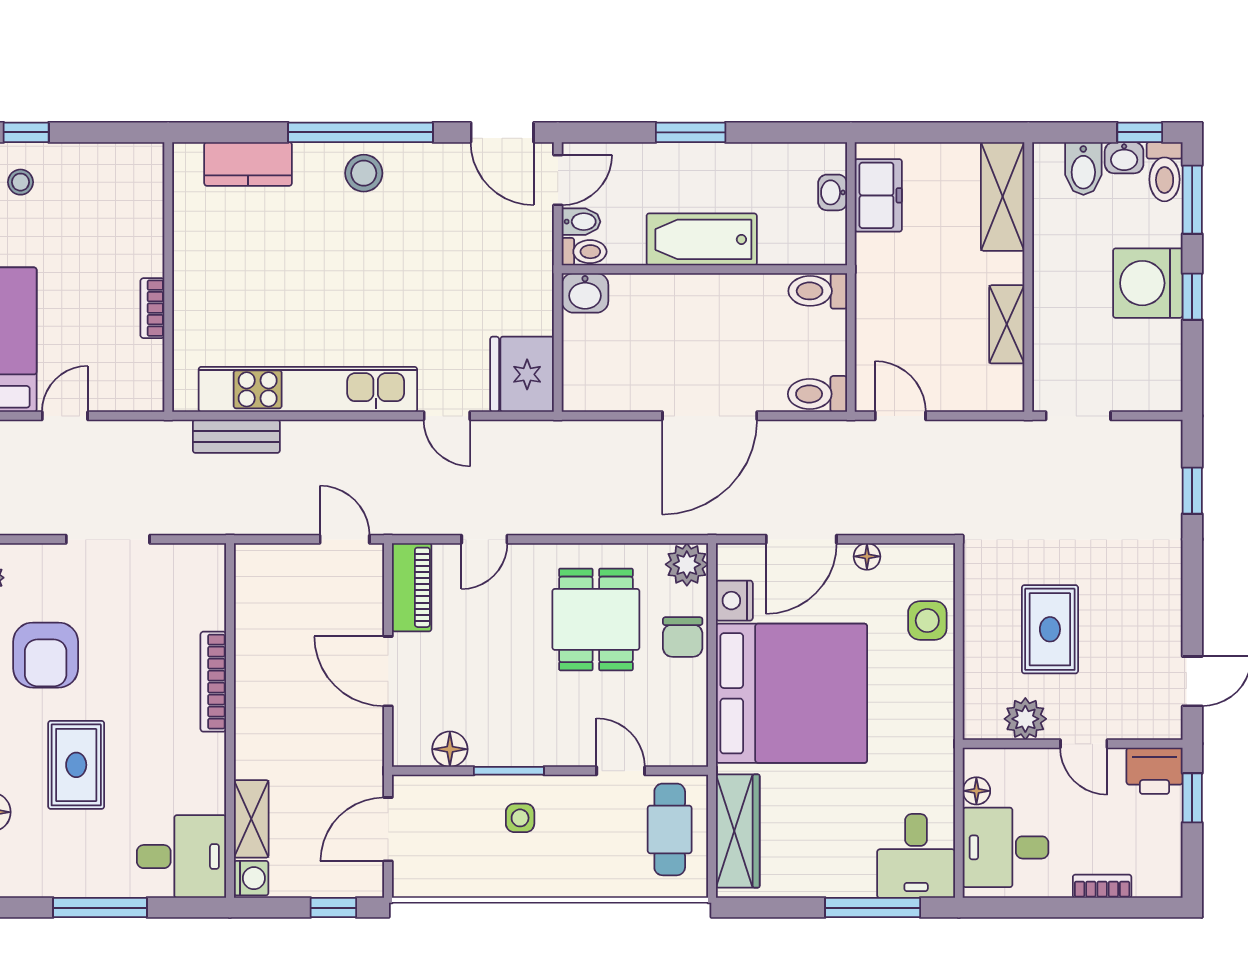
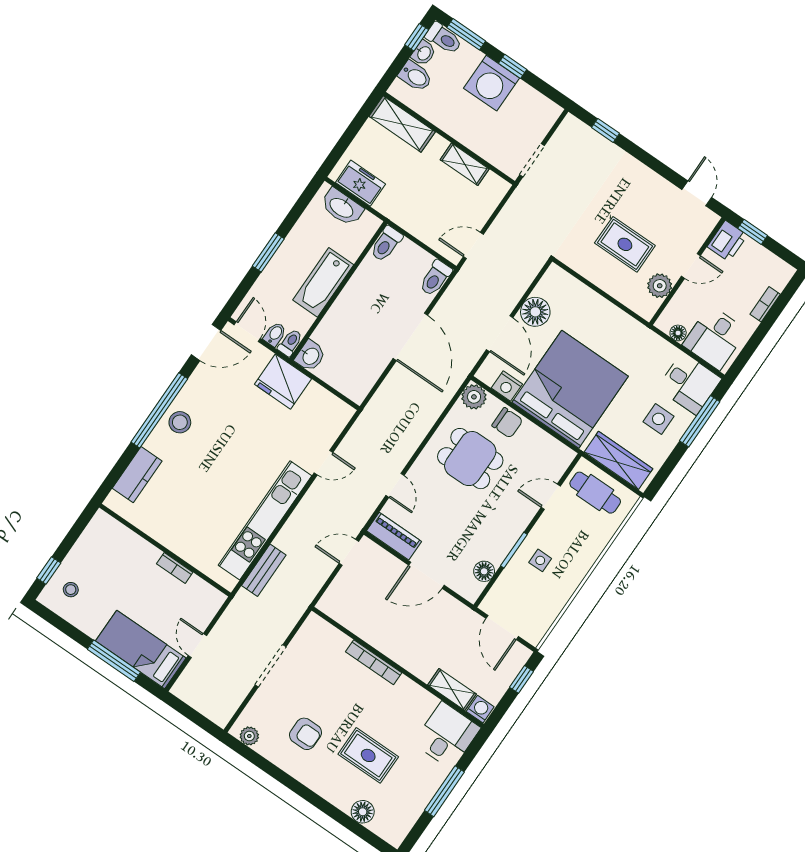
washbasin: (833, 192) -> (342, 207), width x1.91, depth x1.45
fridge: (522, 374) -> (283, 382), moved
floor lamp: (867, 556) -> (535, 312), width x1.89, depth x1.89
side table: (927, 621) -> (659, 419), moved
armchair: (46, 655) -> (306, 734), width x0.72, depth x0.72

